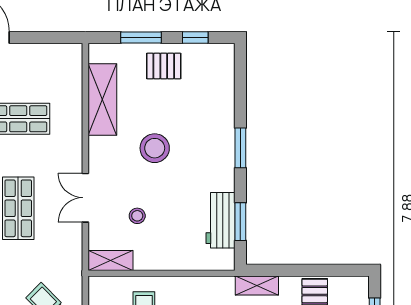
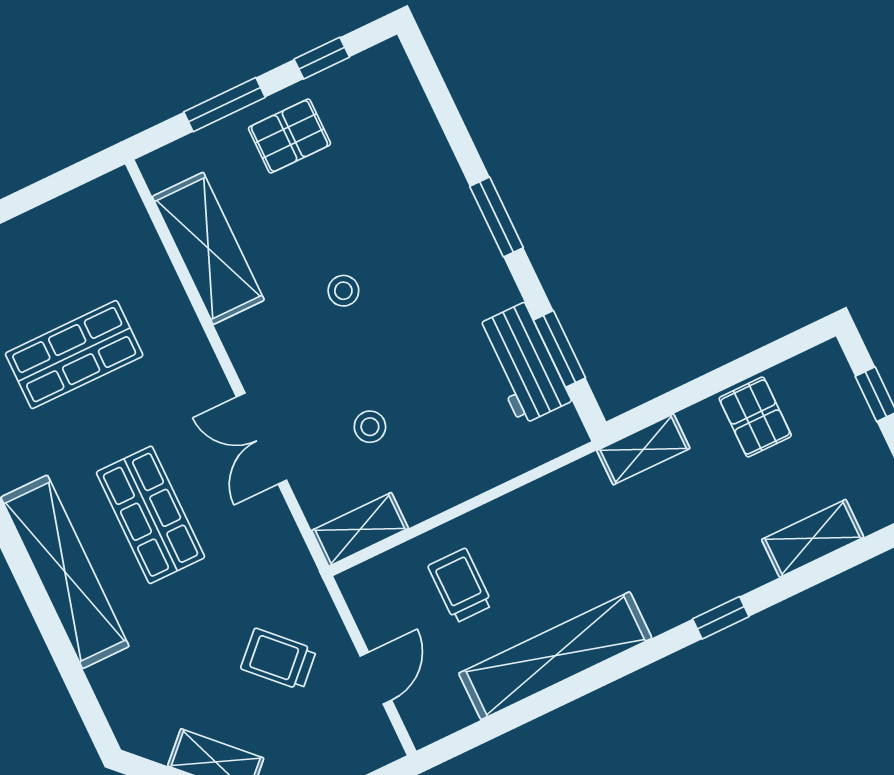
stool: (155, 148) -> (343, 291), width x0.53, depth x0.53

